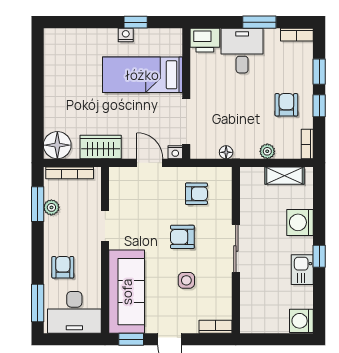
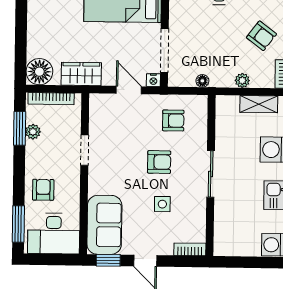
armchair: (286, 105) -> (261, 36), turned 127
armchair: (182, 237) -> (159, 162), turned 180
sofa: (127, 292) -> (104, 225), width x0.73

